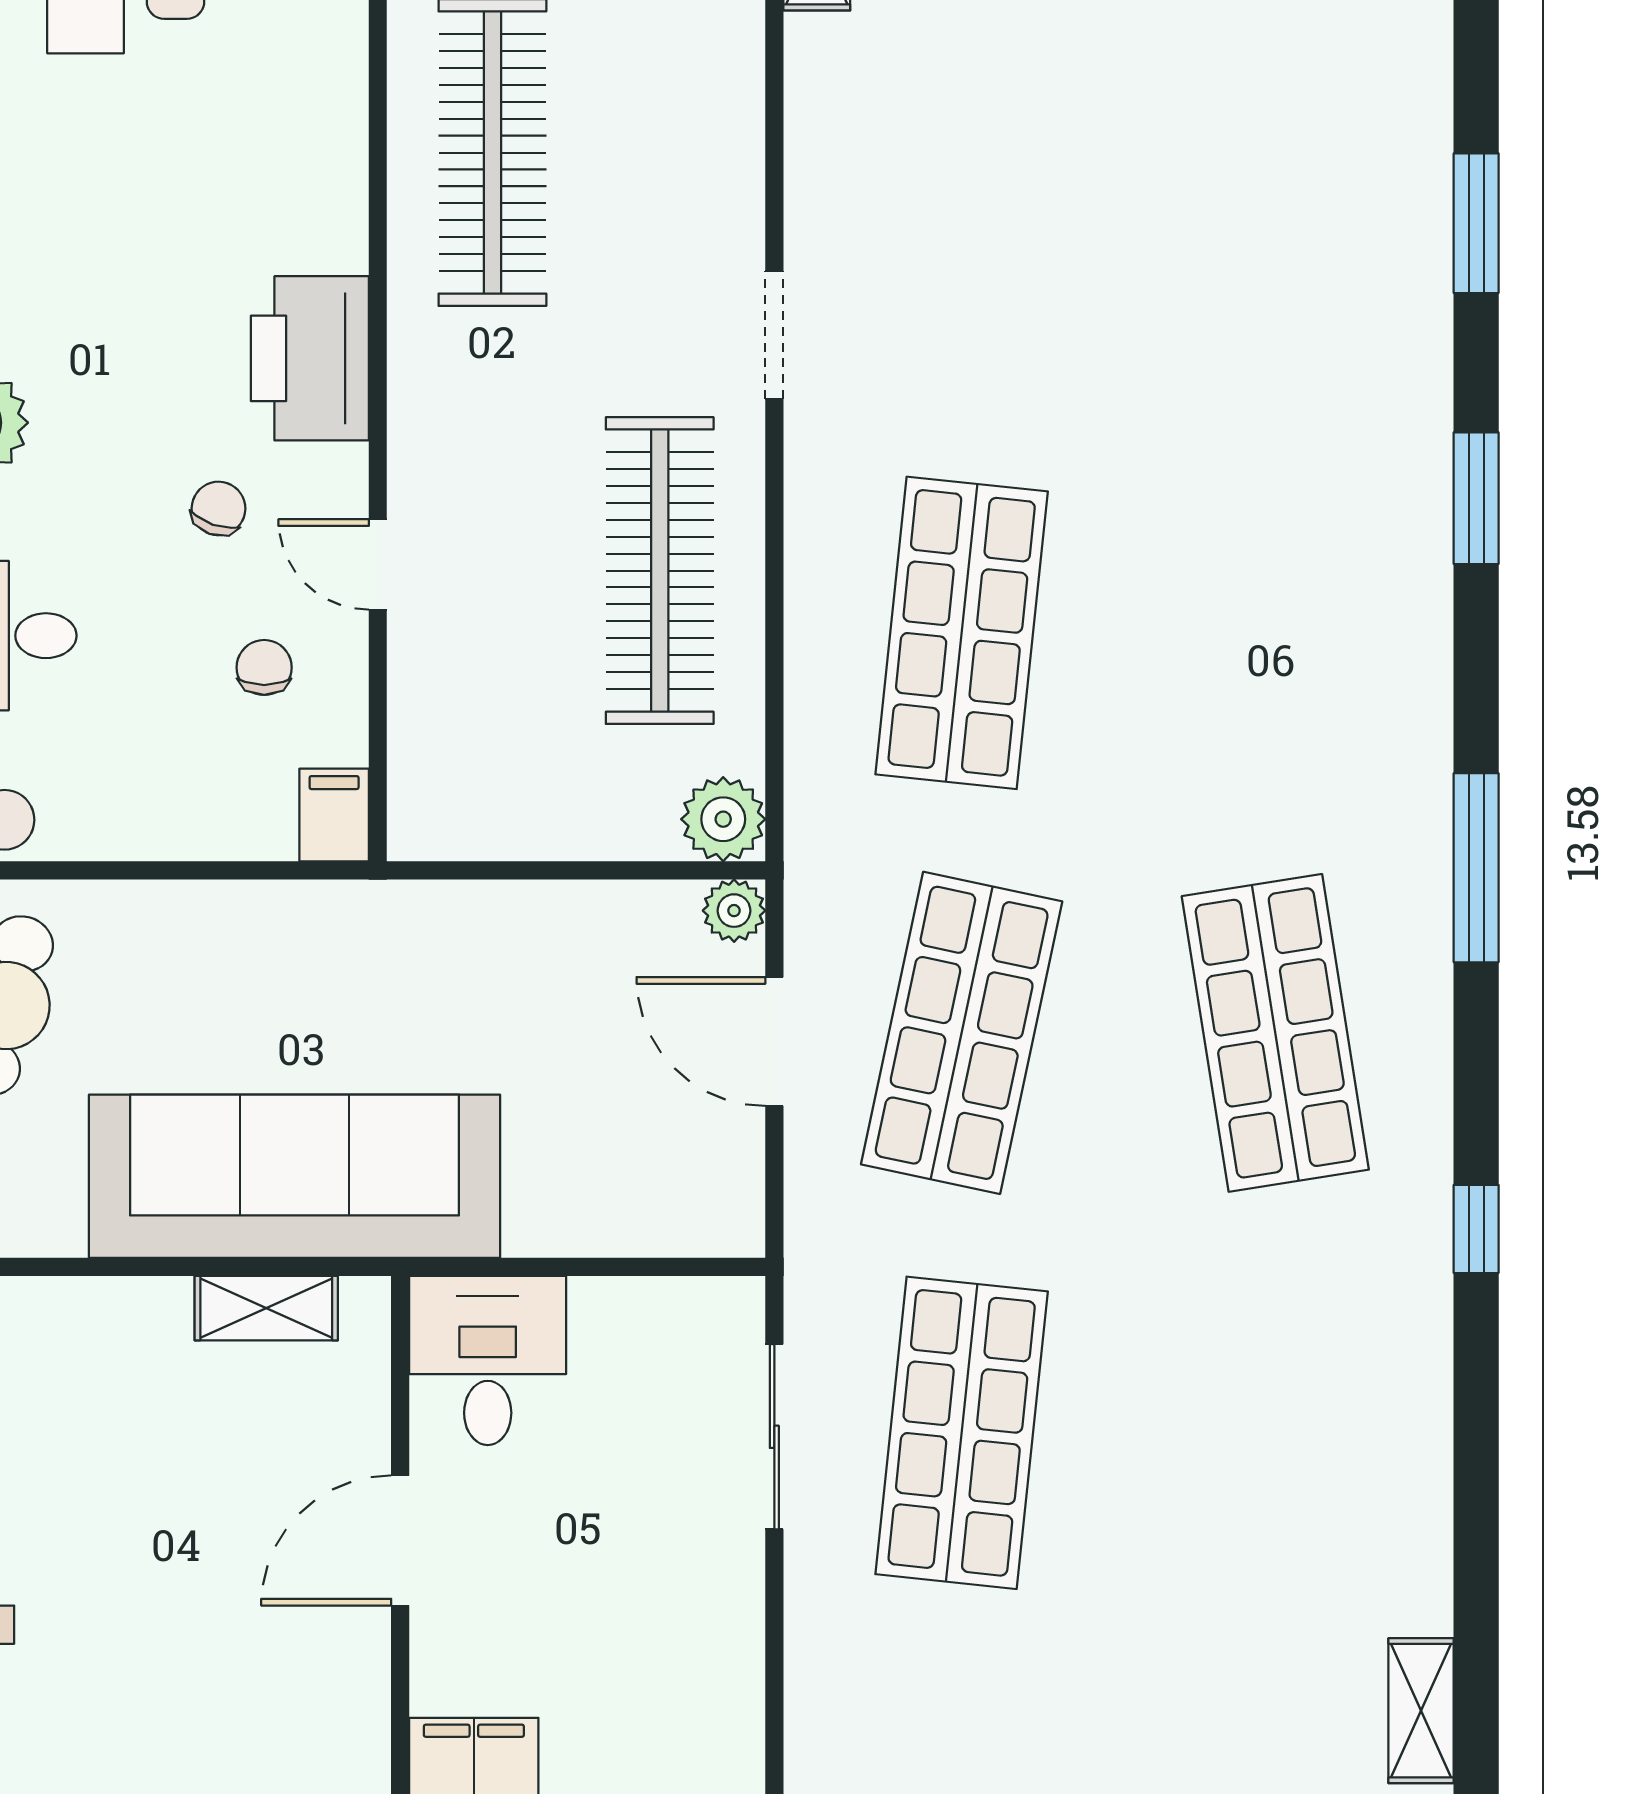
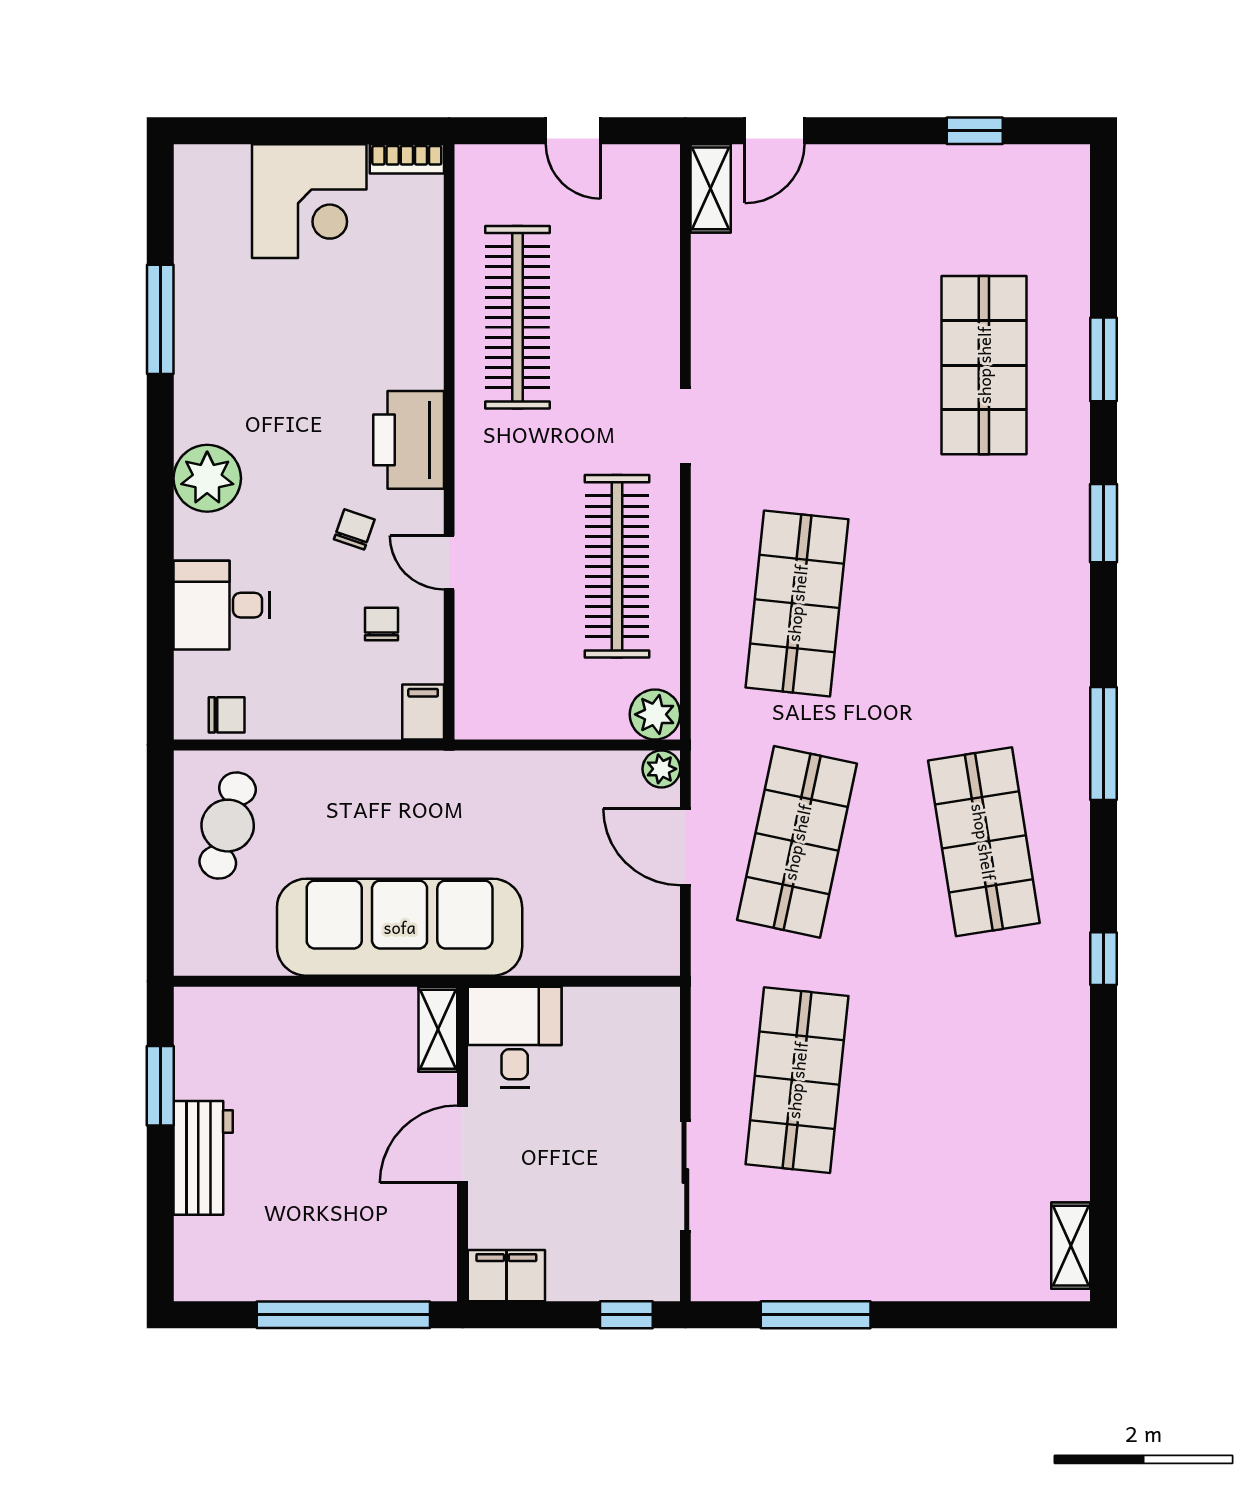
shop shelf: (1275, 233) -> (984, 365), added
shelving: (266, 1308) -> (438, 1029), moved, turned 90
sliding door: (774, 1437) -> (685, 1176), moved

